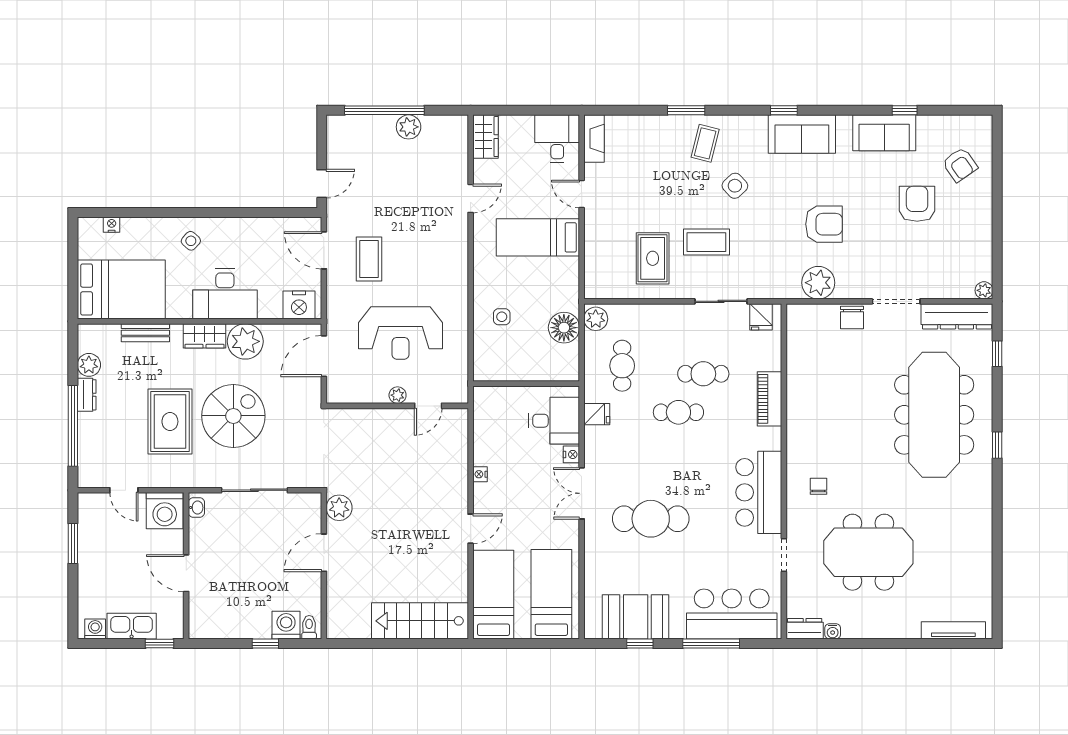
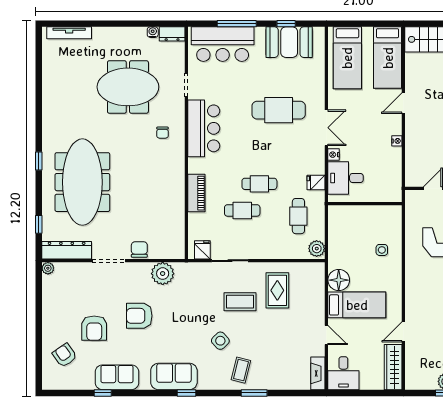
wardrobe: (485, 137) -> (393, 367), width x1.50
armchair: (824, 224) -> (139, 316), moved
floor lamp: (564, 328) -> (339, 280), moved

